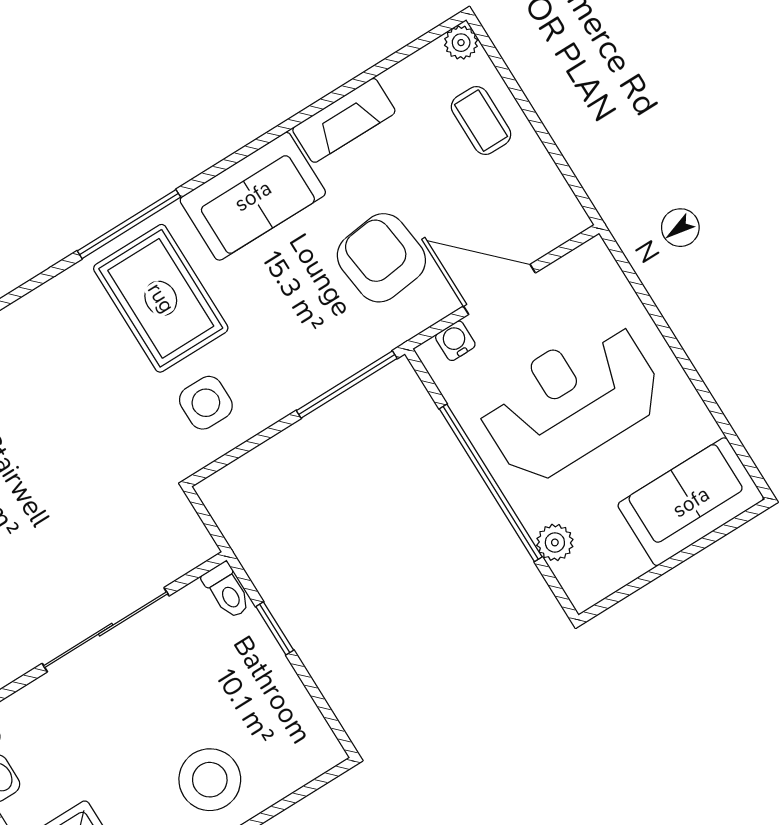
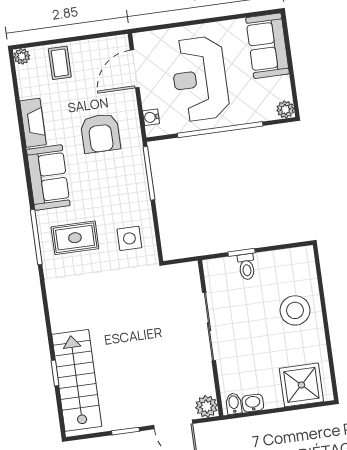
coffee table: (481, 121) -> (60, 63), turned 90
armchair: (381, 258) -> (100, 133), turned -83
door: (499, 289) -> (135, 69), moved
rug: (161, 298) -> (75, 238), width x0.73, depth x0.70
plant: (555, 542) -> (285, 109), moved
toilet: (227, 591) -> (247, 267), moved, turned 90

